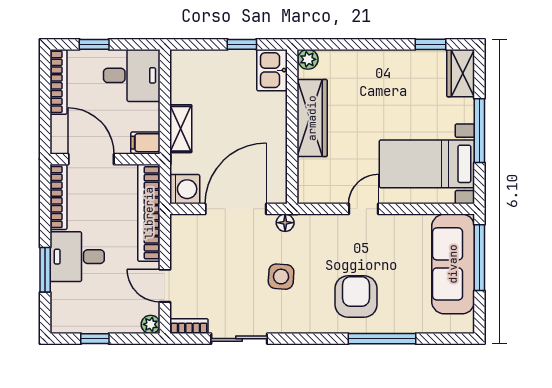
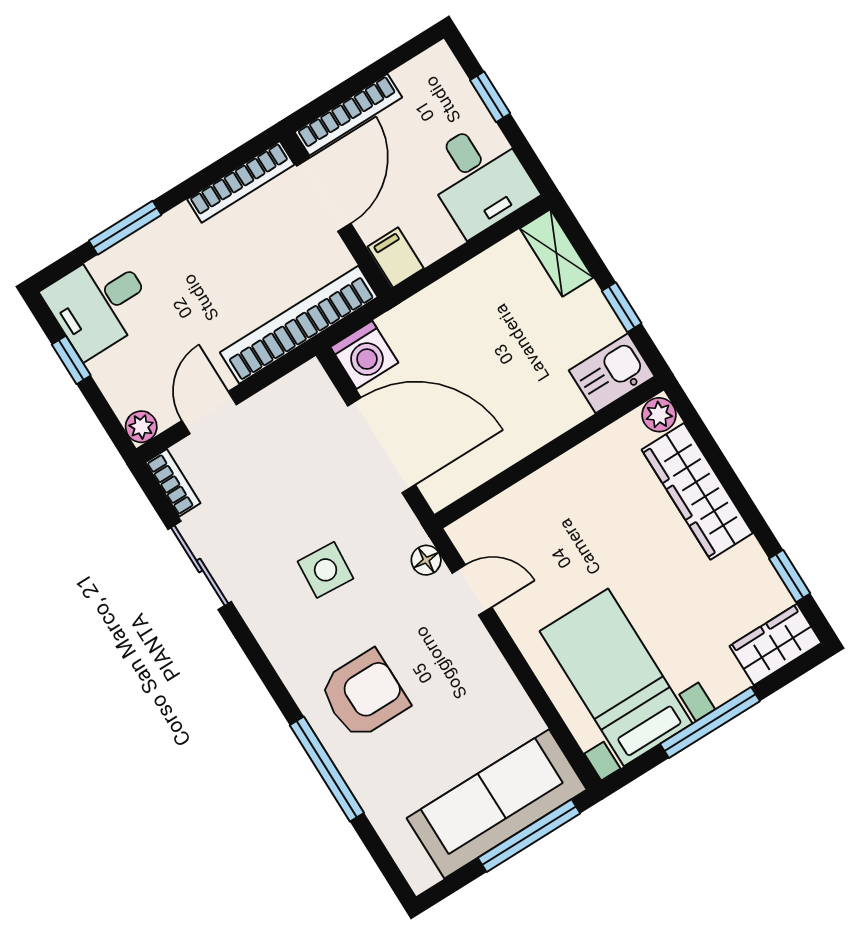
bookcase: (58, 82) -> (348, 115), moved
wardrobe: (312, 118) -> (697, 491), moved, turned 90
shelving: (181, 129) -> (556, 253), moved, turned 90
door: (363, 209) -> (472, 590), moved
floor lamp: (285, 223) -> (426, 560), moved
desk: (77, 257) -> (99, 303), moved, turned -90

